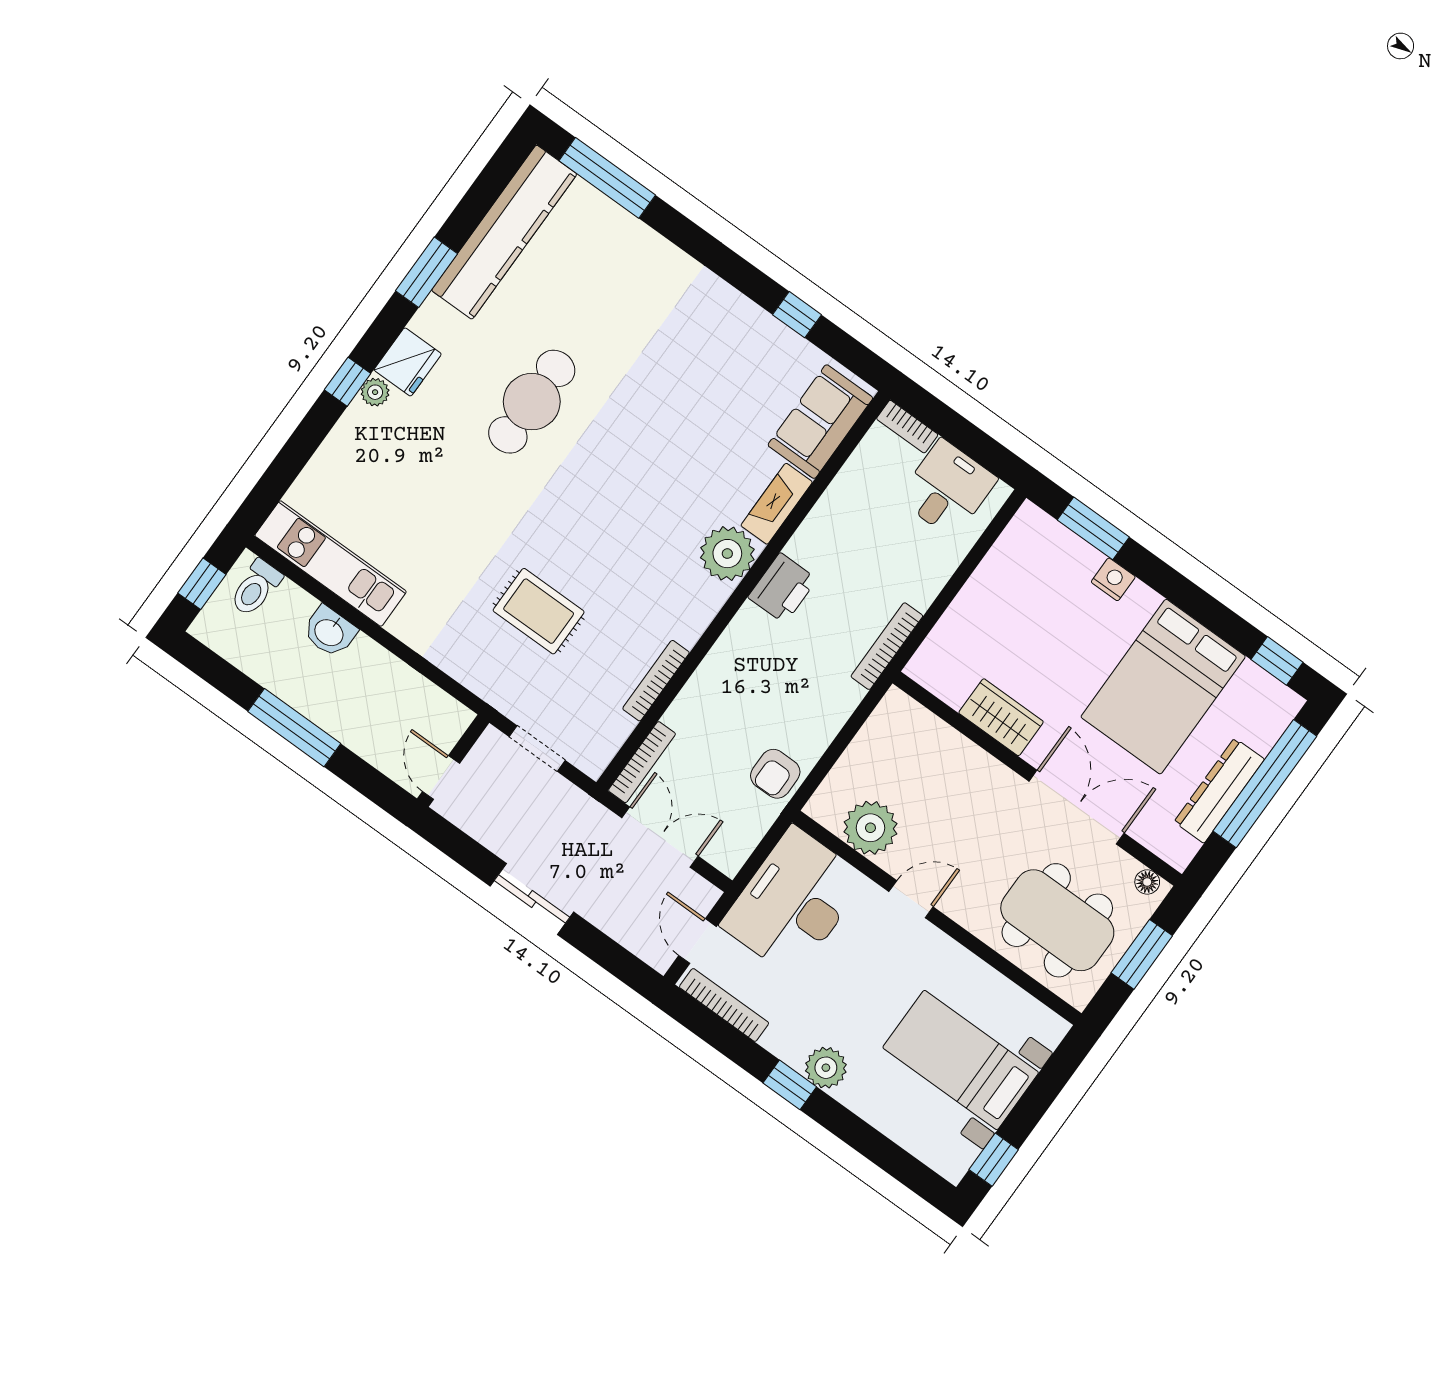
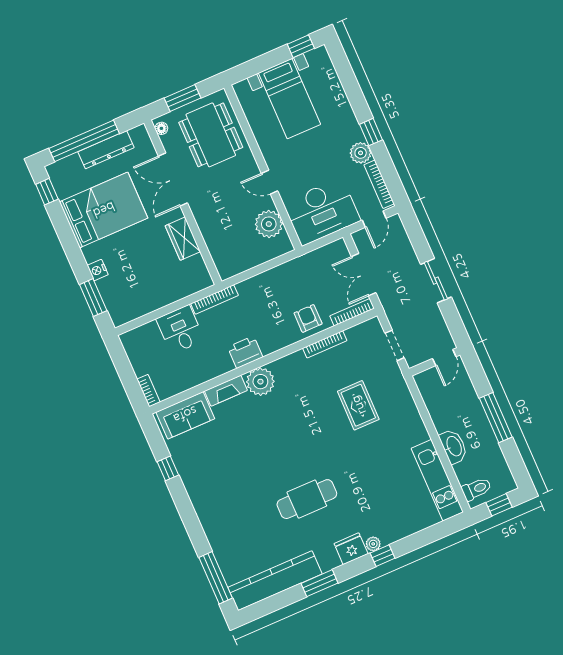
desk: (947, 489) -> (180, 330), moved, turned 90
washbasin: (330, 632) -> (454, 446), width x1.38
armchair: (775, 774) -> (308, 318), moved, turned -90
plant: (826, 1068) -> (361, 153), moved

